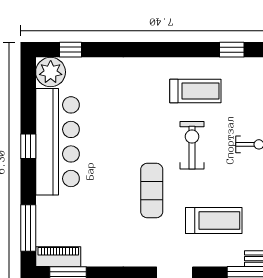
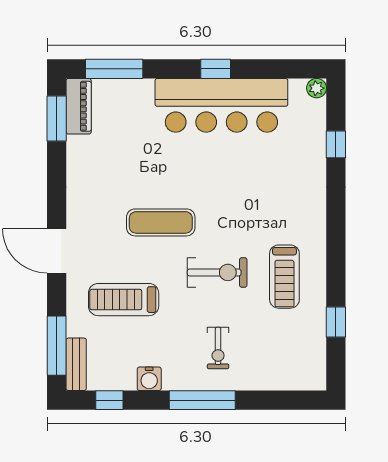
window: (71, 50) -> (336, 144), moved
plant: (51, 72) -> (317, 88), width x0.53, depth x0.53
treadmill: (214, 220) -> (124, 300), turned 90

